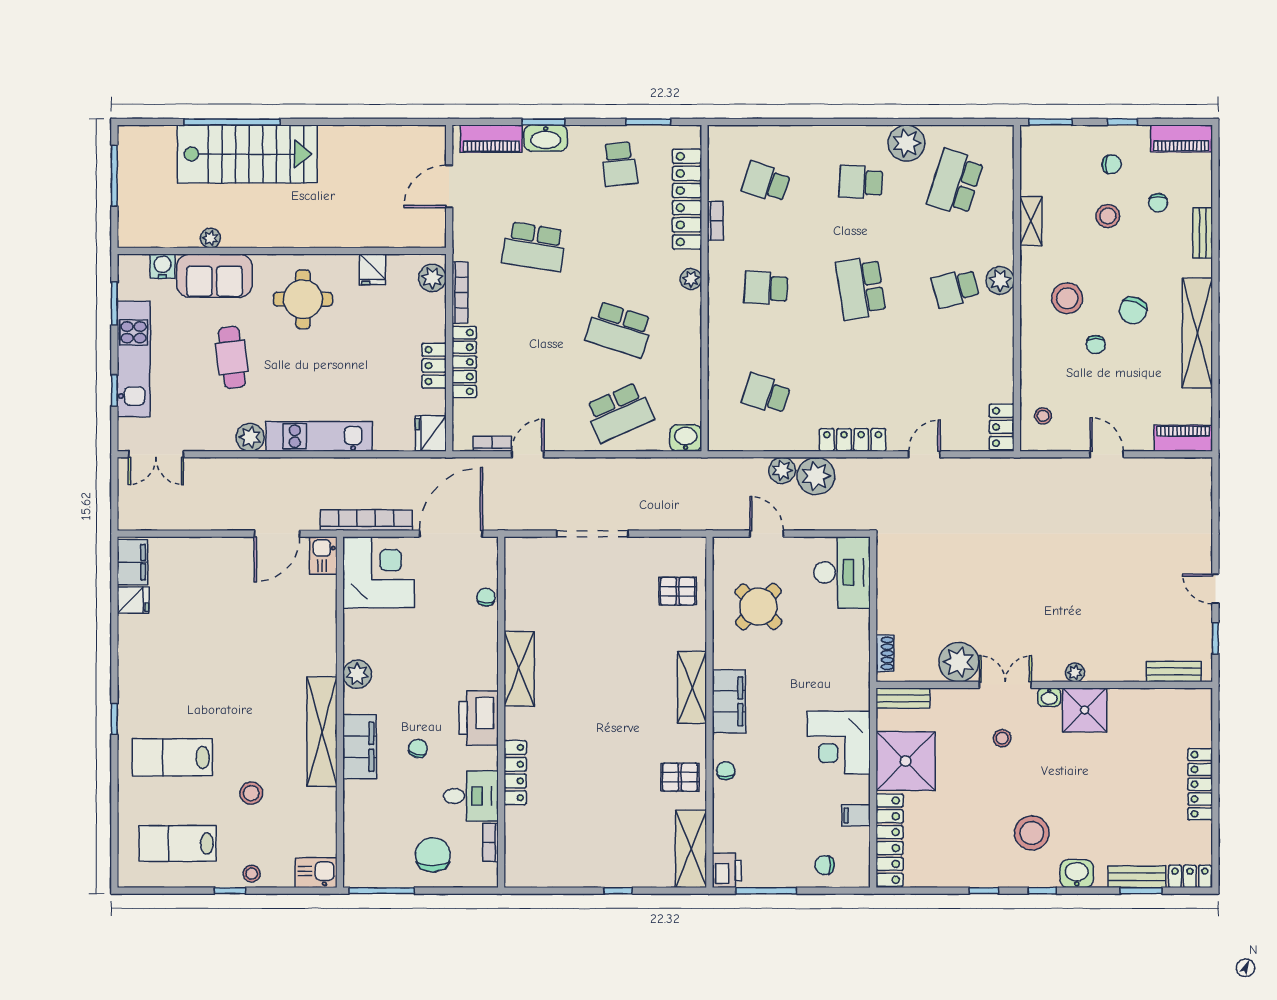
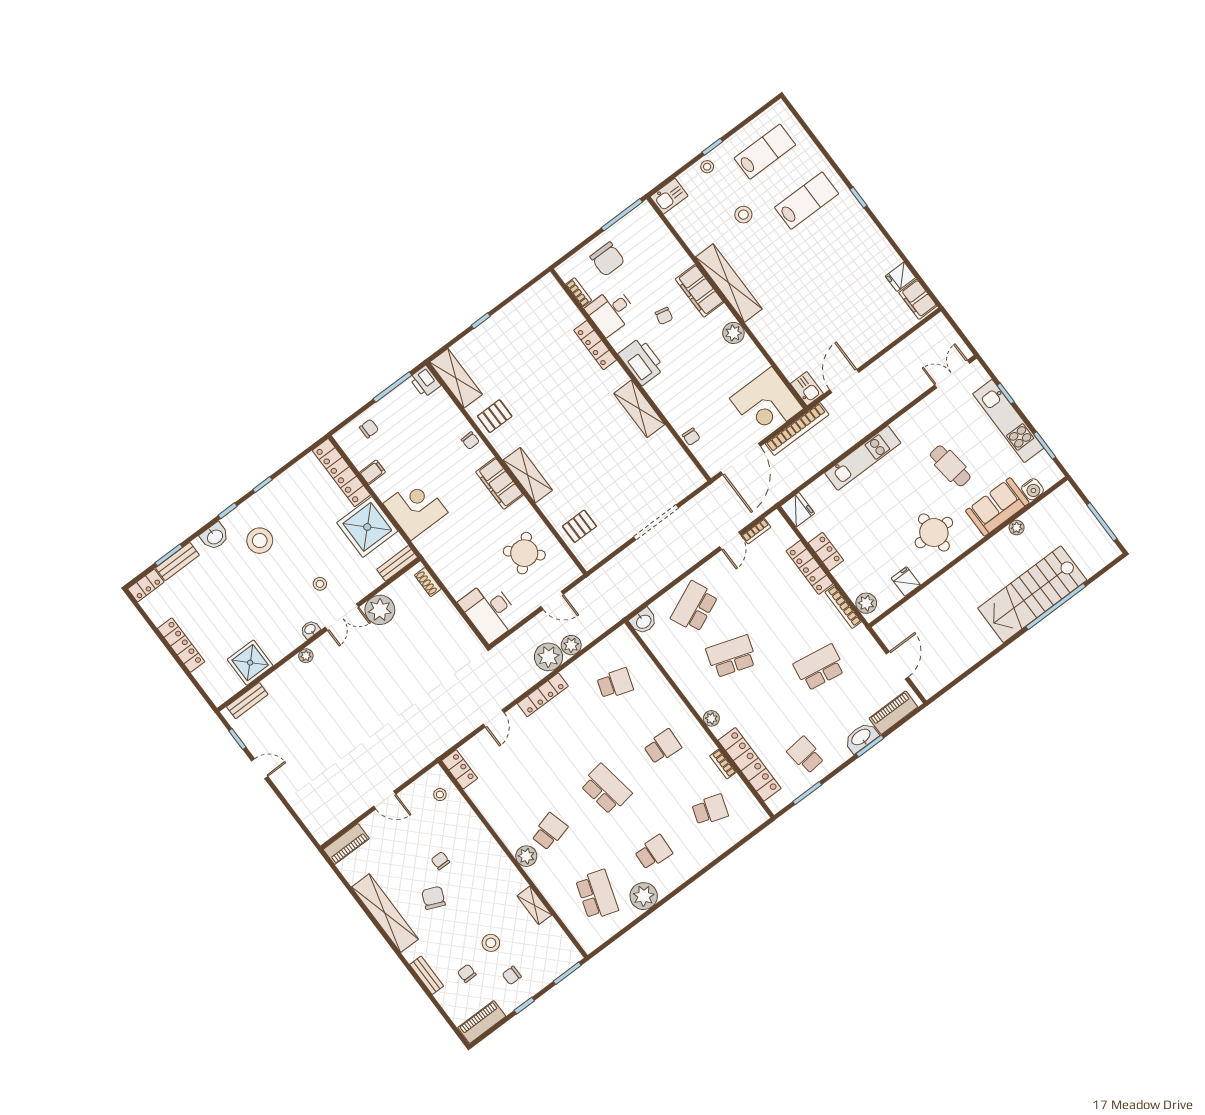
stool: (1067, 298) -> (478, 876), removed
plant: (250, 437) -> (904, 426), removed
shower: (1085, 710) -> (250, 663), moved

